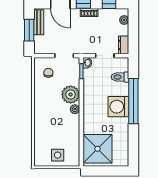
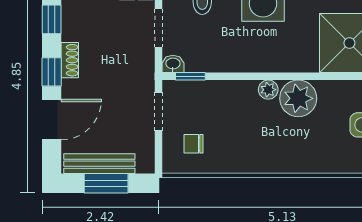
bench: (39, 22) -> (99, 164), width x1.36
plant: (71, 94) -> (298, 98), moved

